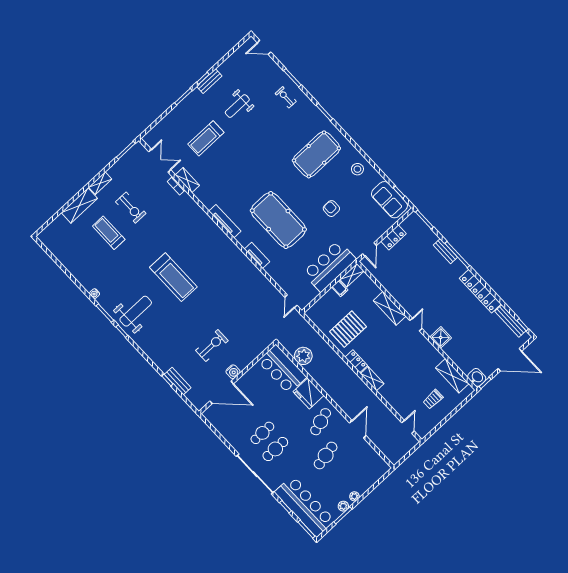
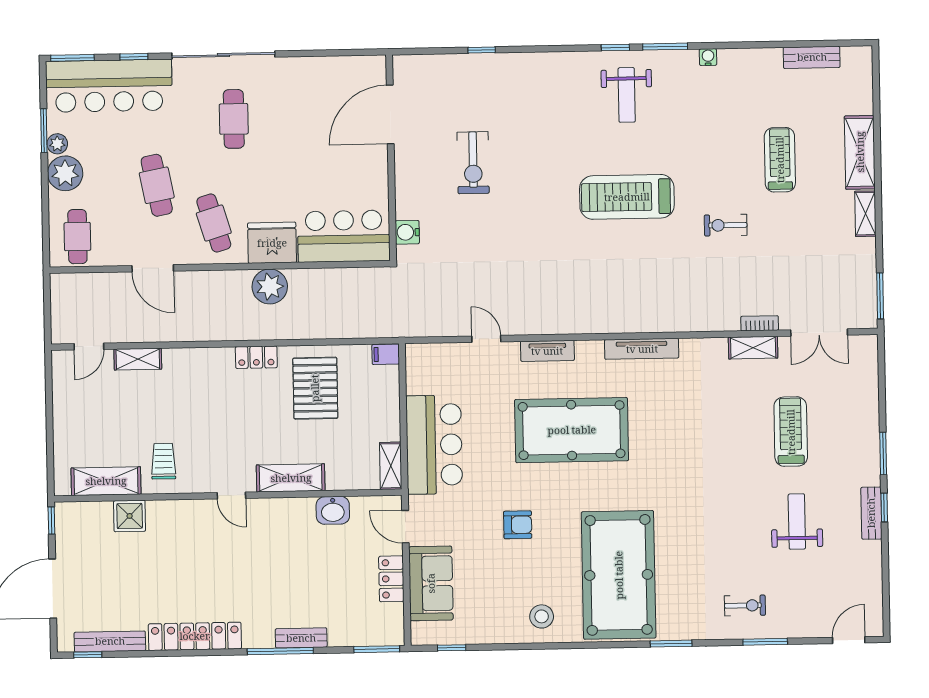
pool table: (316, 154) -> (619, 575), width x1.36, depth x1.32
sofa: (389, 200) -> (431, 583), moved, turned 90
exercise bike: (131, 208) -> (726, 225), moved, width x0.73, depth x0.72
treadmill: (109, 233) -> (780, 160), turned -90
filing cabinet: (340, 288) -> (386, 354), moved
door: (291, 301) -> (486, 339), moved
weight bench: (136, 311) -> (627, 95), width x0.73, depth x0.75
shower: (441, 337) -> (130, 516), moved
plant: (303, 356) -> (270, 286), moved
water cooler: (233, 372) -> (407, 232), moved
washbasin: (477, 377) -> (333, 510), moved
shelving: (372, 379) -> (138, 359), moved
bench: (178, 381) -> (812, 57), moved
trolley: (433, 399) -> (163, 461), moved
door: (408, 427) -> (89, 347), hinge flipped
cafe table: (262, 433) -> (77, 237), moved
plant: (354, 496) -> (65, 173), width x1.88, depth x1.88

